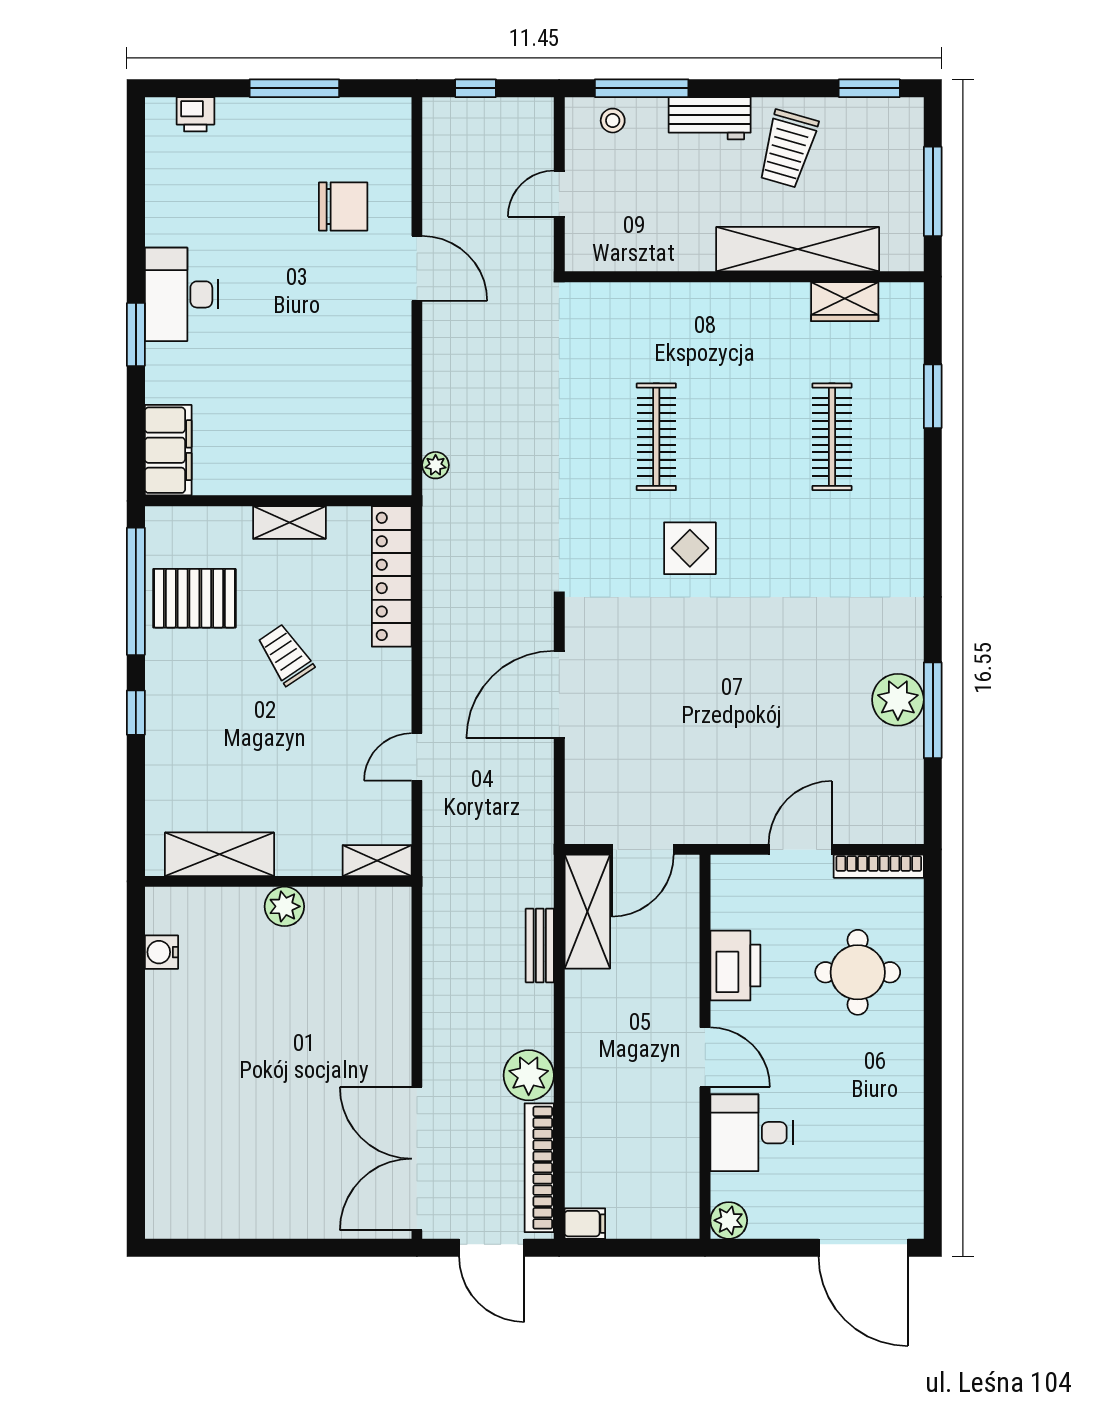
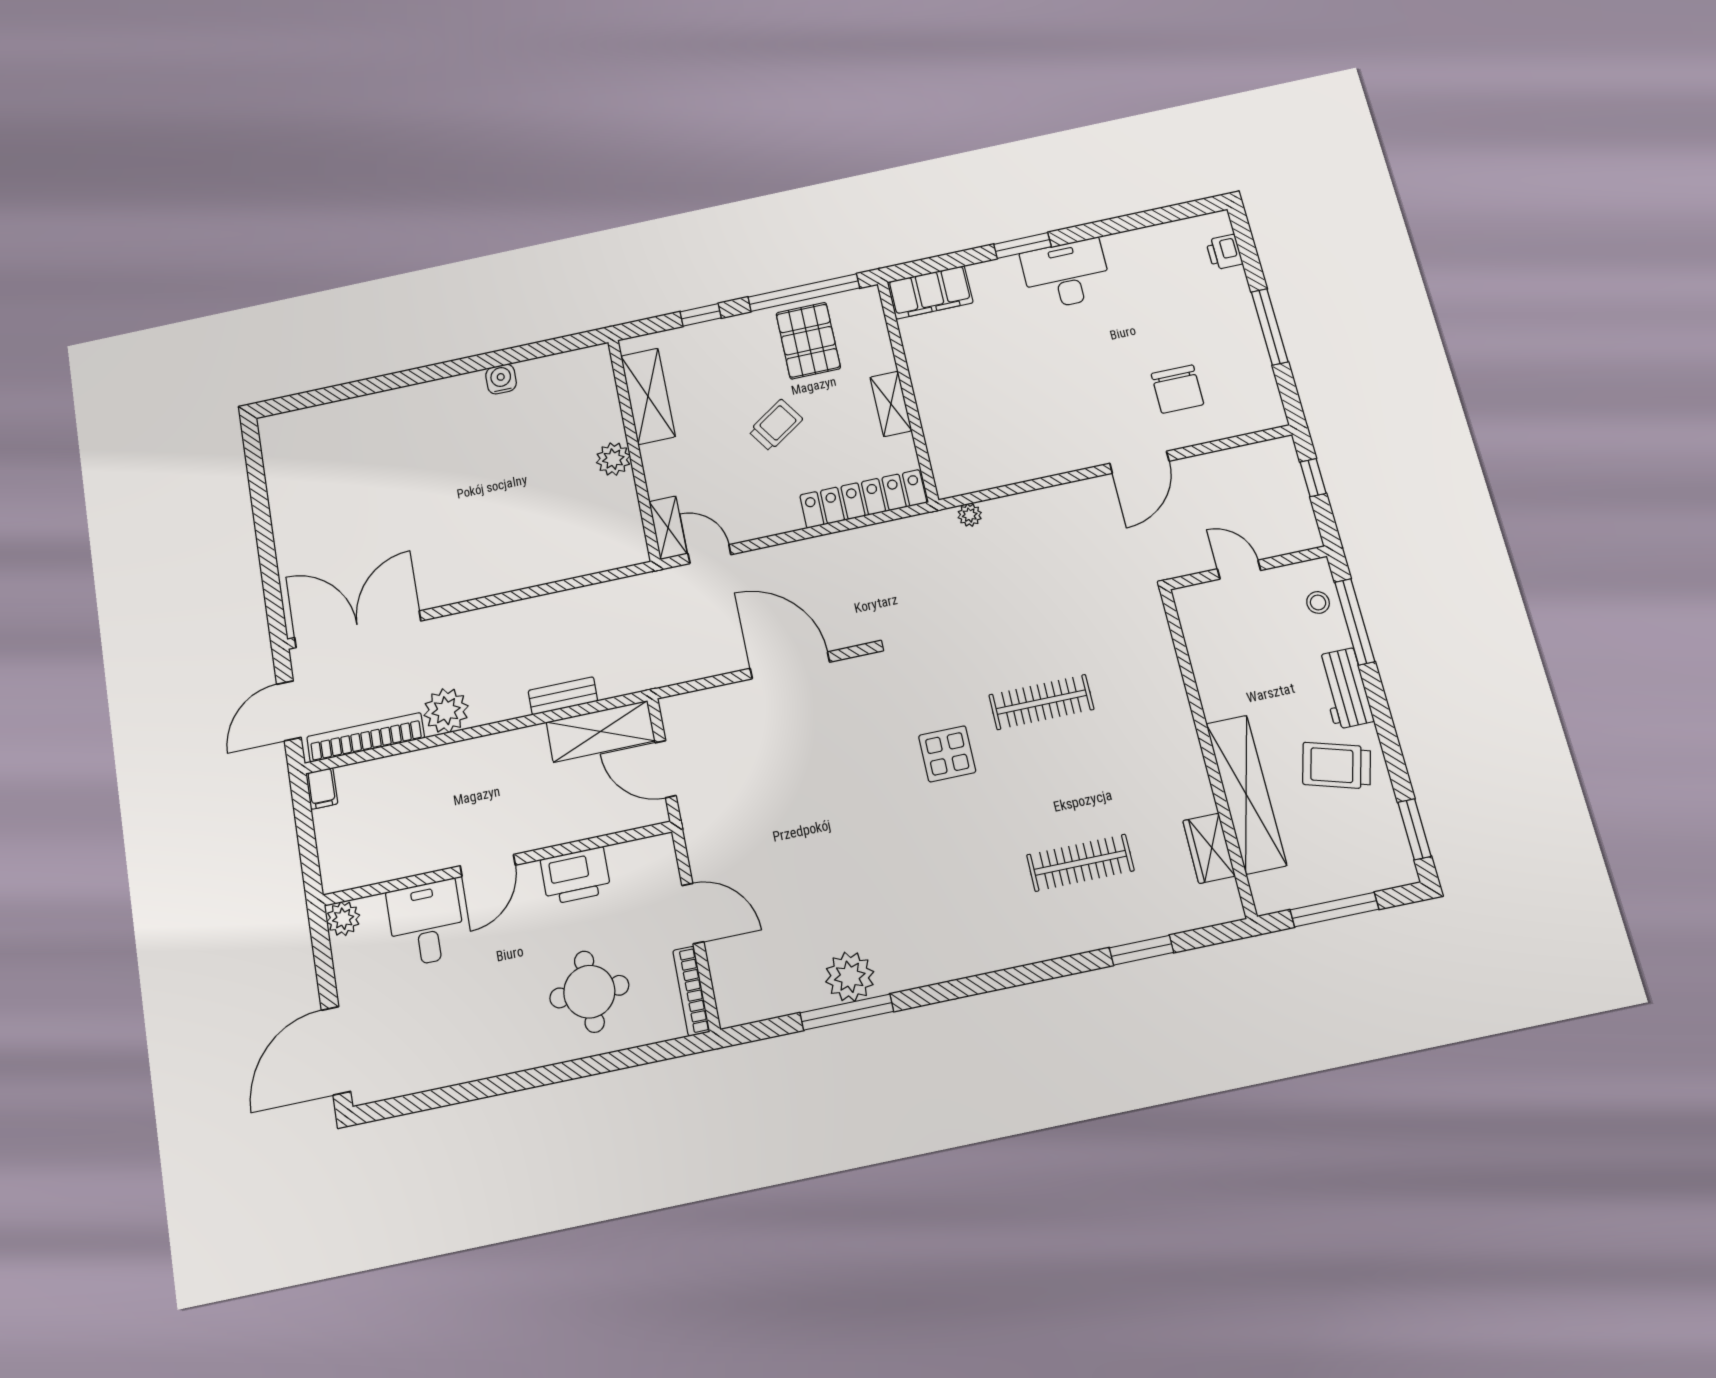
shelving: (219, 854) -> (648, 396), moved
shelving: (377, 861) -> (668, 528), moved
wall: (278, 881) -> (634, 449), moved
plant: (284, 906) -> (613, 459), moved

